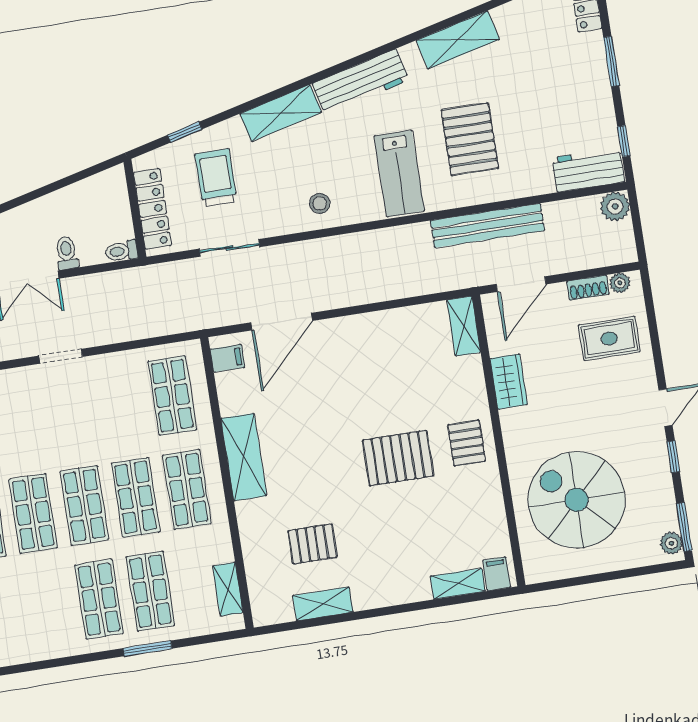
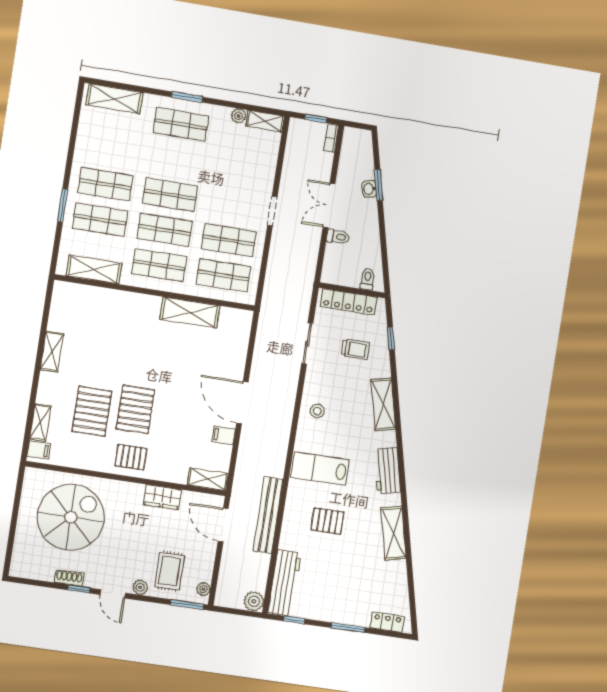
workbench: (361, 82) -> (387, 471), width x0.73
pallet: (470, 139) -> (327, 521), width x0.67, depth x0.71
workbench: (588, 170) -> (284, 583), width x1.37
trolley: (216, 178) -> (355, 349), width x0.73, depth x0.72
toilet: (121, 251) -> (367, 279), moved
shoe rack: (588, 288) -> (69, 578), moved, turned 90
door: (282, 322) -> (242, 403), moved
filing cabinet: (227, 358) -> (224, 435), moved, turned 90
shelving: (244, 457) -> (190, 313), moved
shop shelf: (33, 513) -> (229, 240), moved
window: (684, 527) -> (187, 605), moved
plant: (671, 543) -> (140, 587), moved
pallet: (312, 544) -> (92, 411), moved, width x1.50, depth x1.42
shelving: (228, 589) -> (94, 269), width x1.50, depth x1.33
shelving: (323, 604) -> (52, 352), moved

